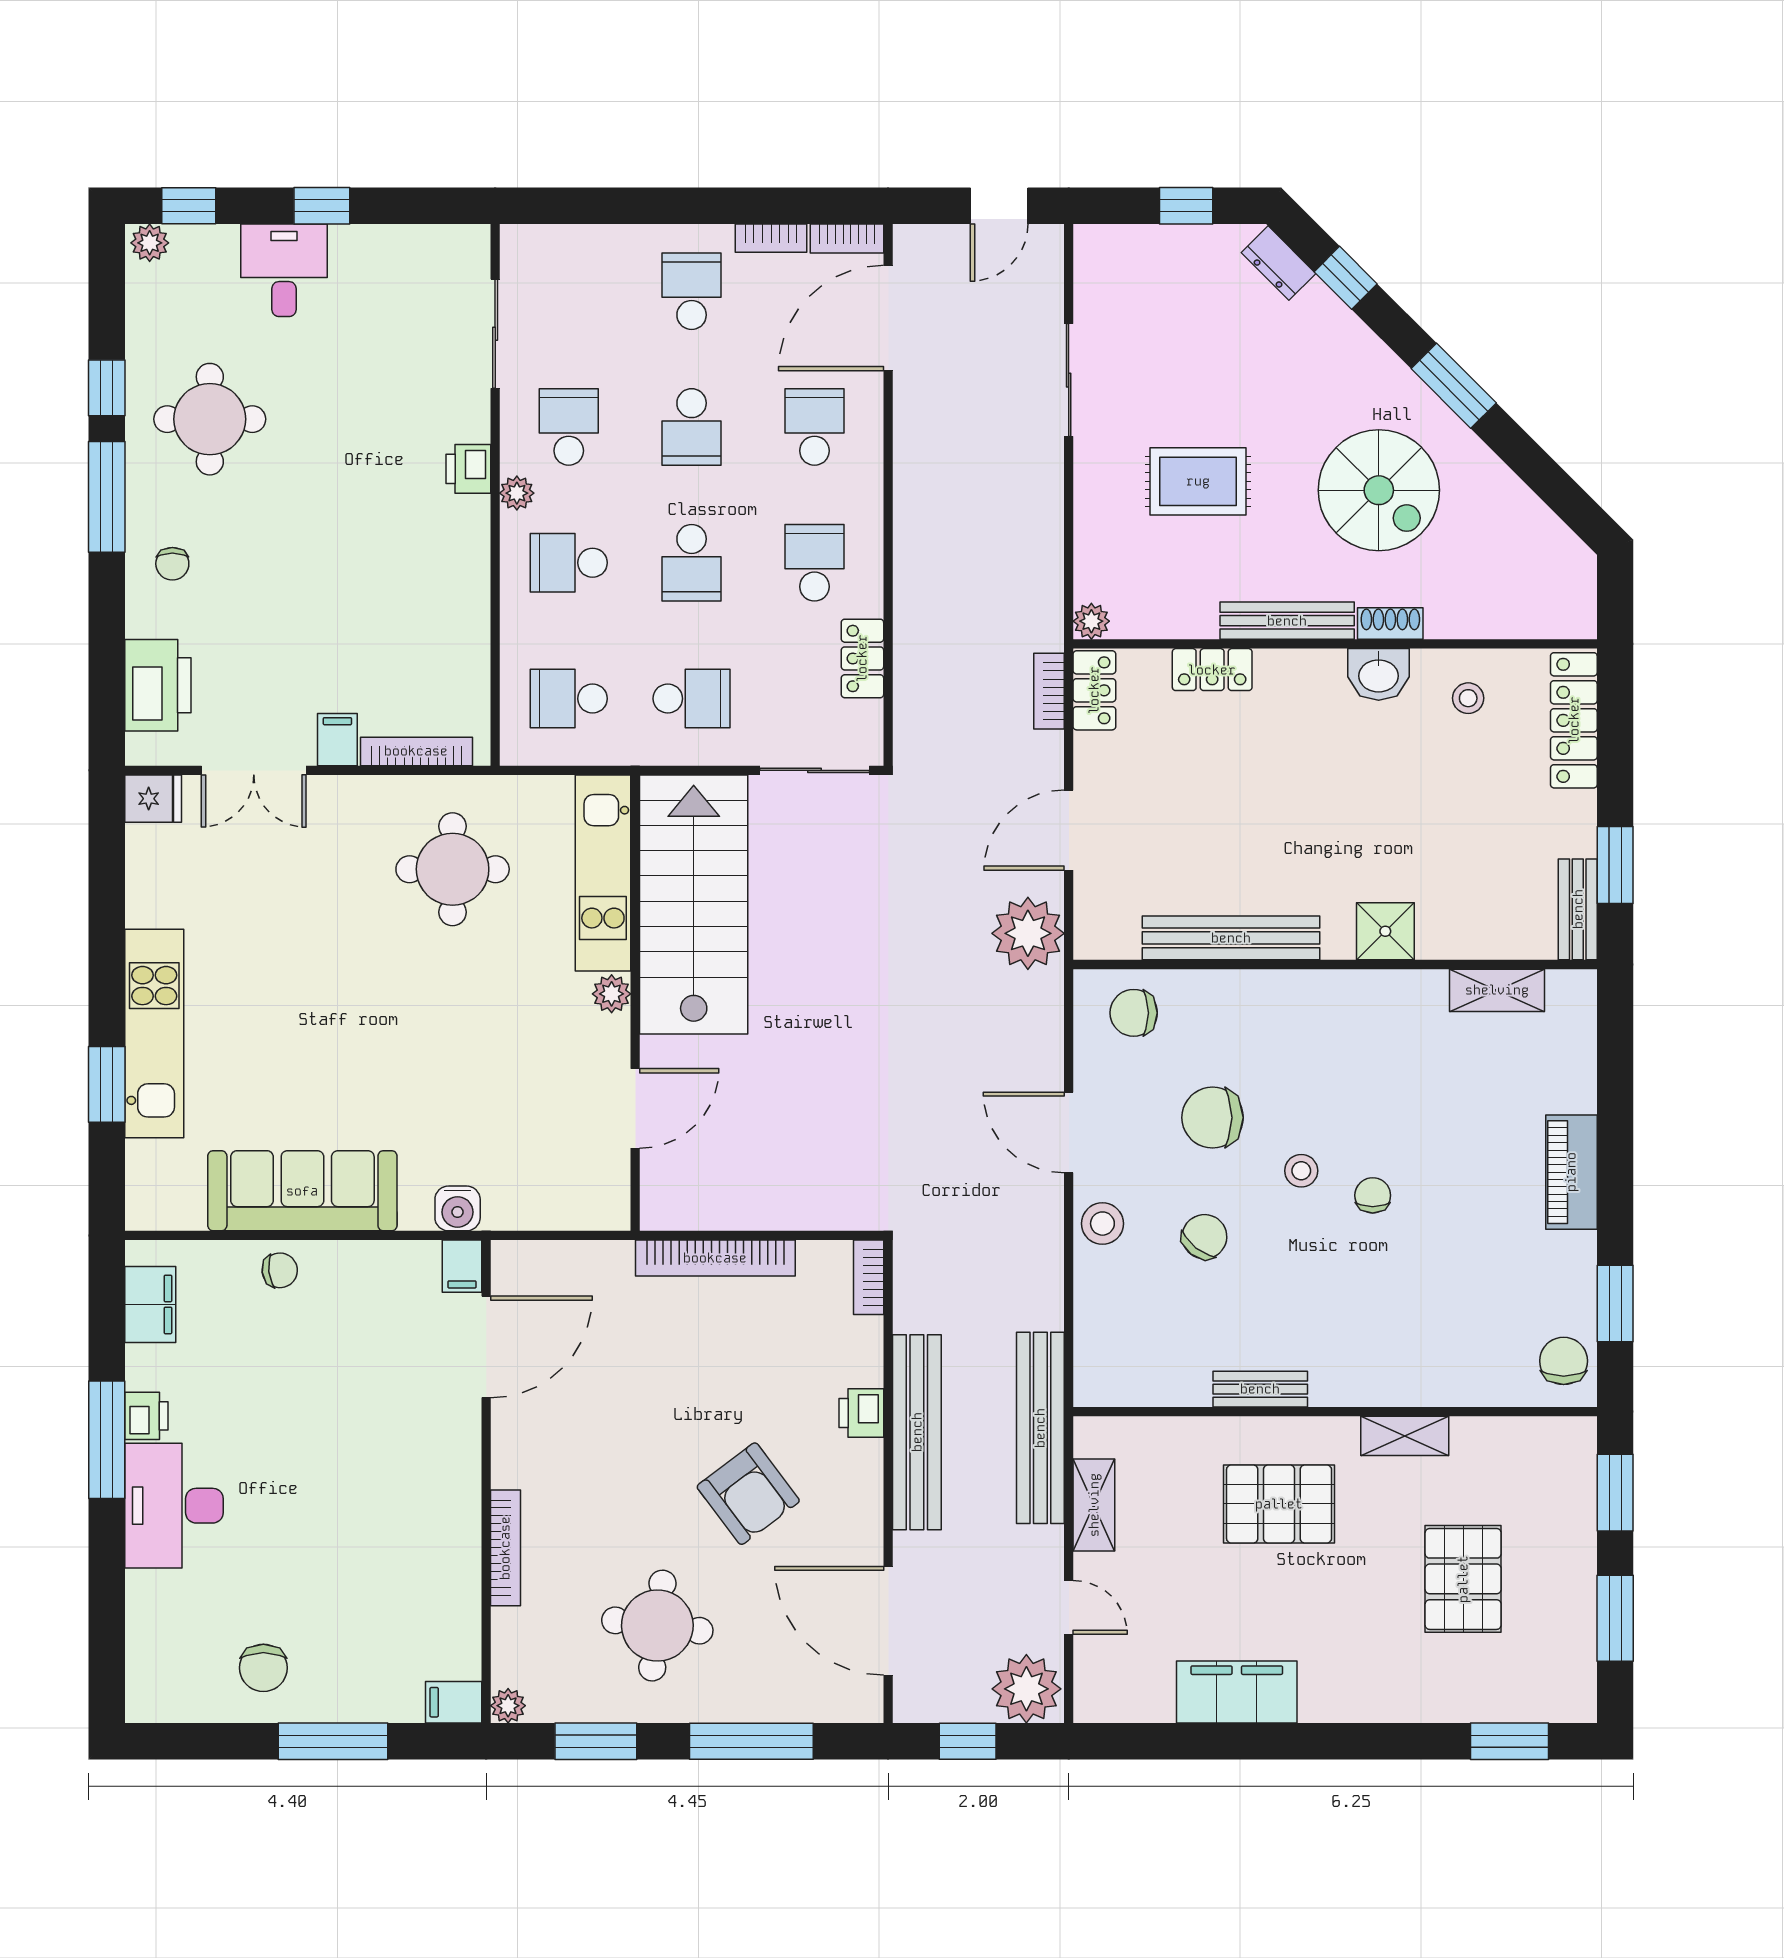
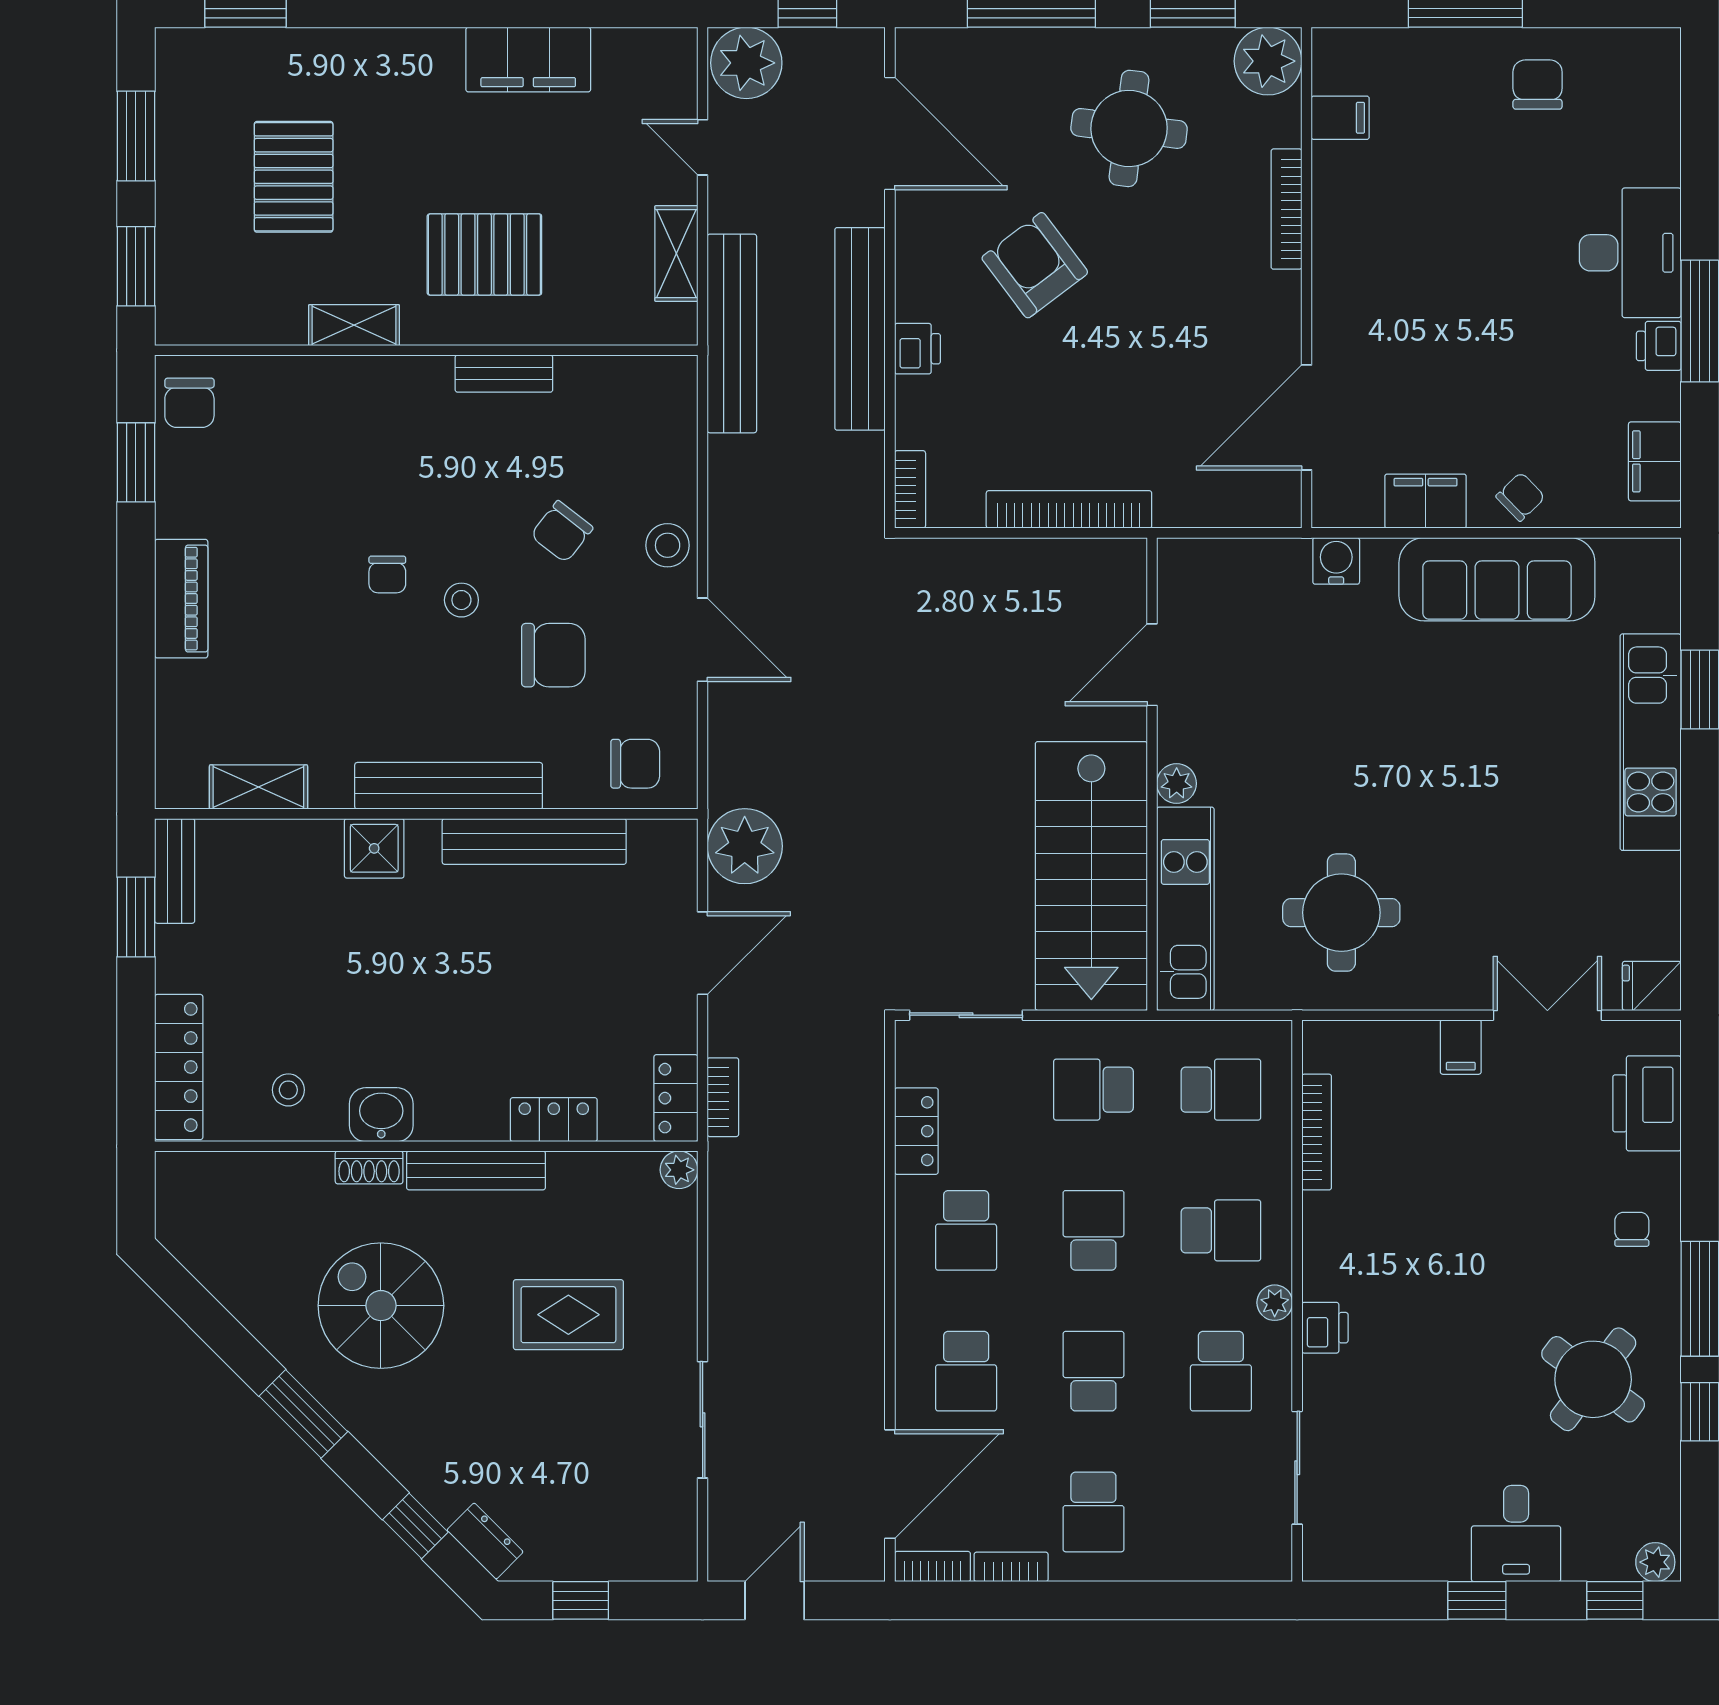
round table: (210, 419) -> (1593, 1379), turned 37
bookcase: (416, 751) -> (1317, 1132), moved, turned -90
bench: (1314, 992) -> (449, 786), added
filing cabinet: (462, 1266) -> (1425, 501), moved, width x2.00
chair: (280, 1270) -> (1520, 497), turned 143
filing cabinet: (454, 1702) -> (1340, 118), moved
plant: (508, 1706) -> (1268, 61), width x1.88, depth x1.88

